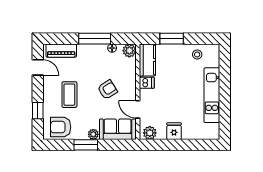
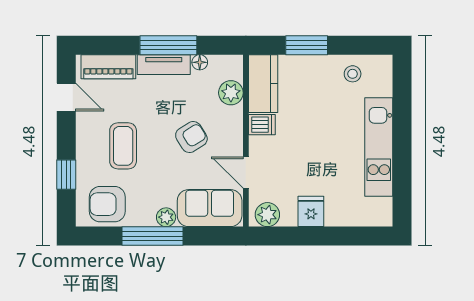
tv unit: (92, 49) -> (164, 65), added
plant: (129, 51) -> (231, 93), moved
window: (86, 145) -> (152, 236), width x1.44

